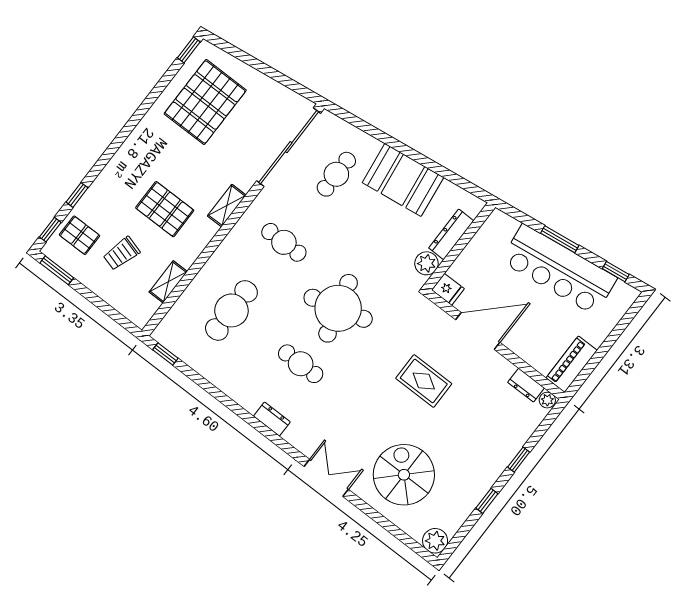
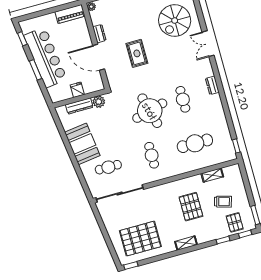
shelving: (227, 206) -> (186, 243), moved
fridge: (448, 289) -> (77, 90), moved
dresser: (526, 385) -> (99, 34), moved

